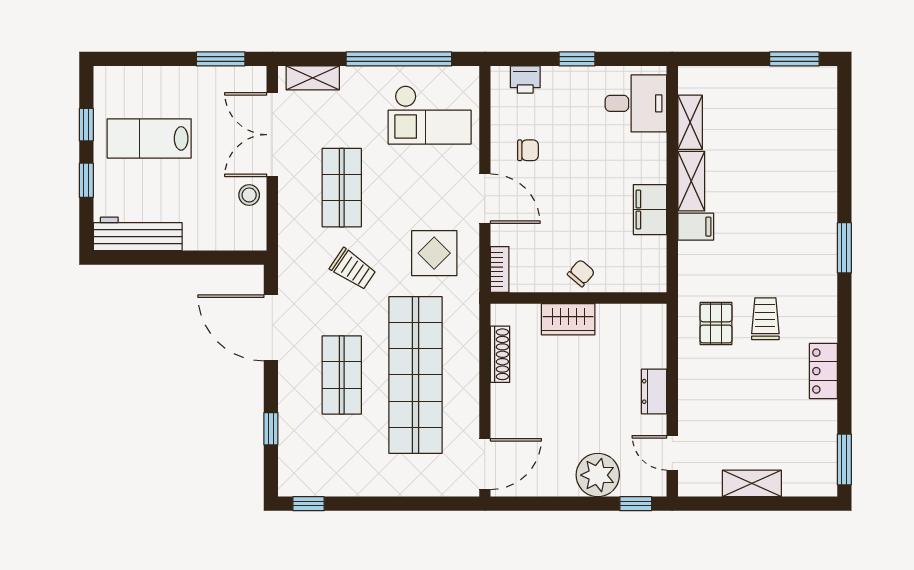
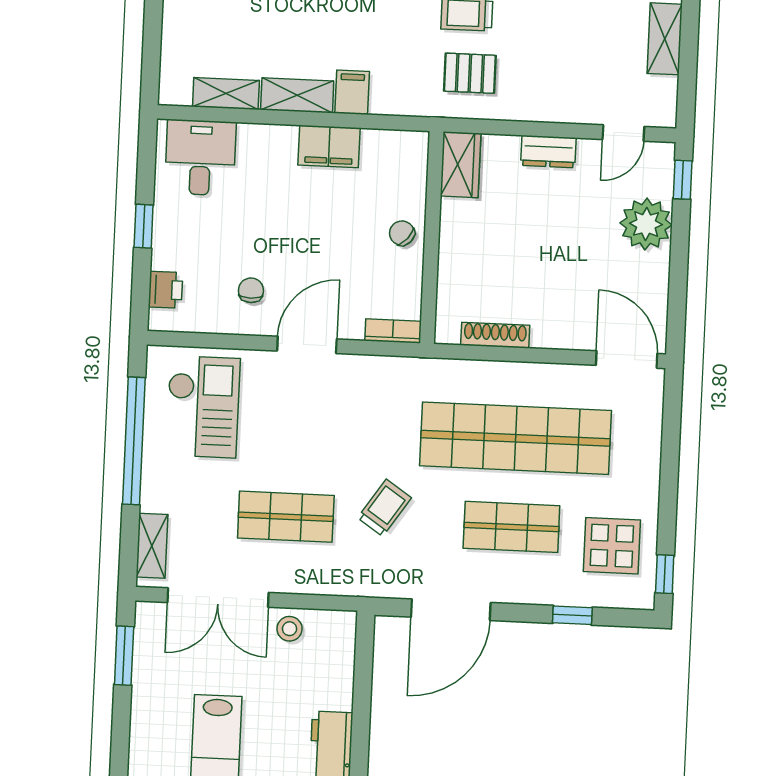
display table: (434, 253) -> (612, 546), moved
wardrobe: (568, 319) -> (461, 165), moved

